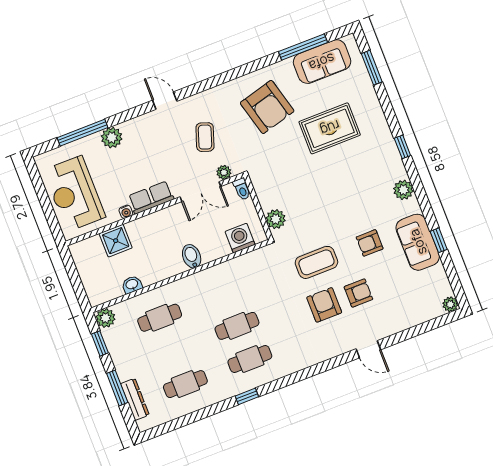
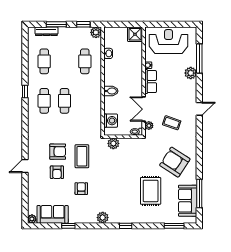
armchair: (267, 107) -> (175, 162), turned 48
shower: (116, 241) -> (135, 34), moved
sofa: (418, 242) -> (53, 214), moved

